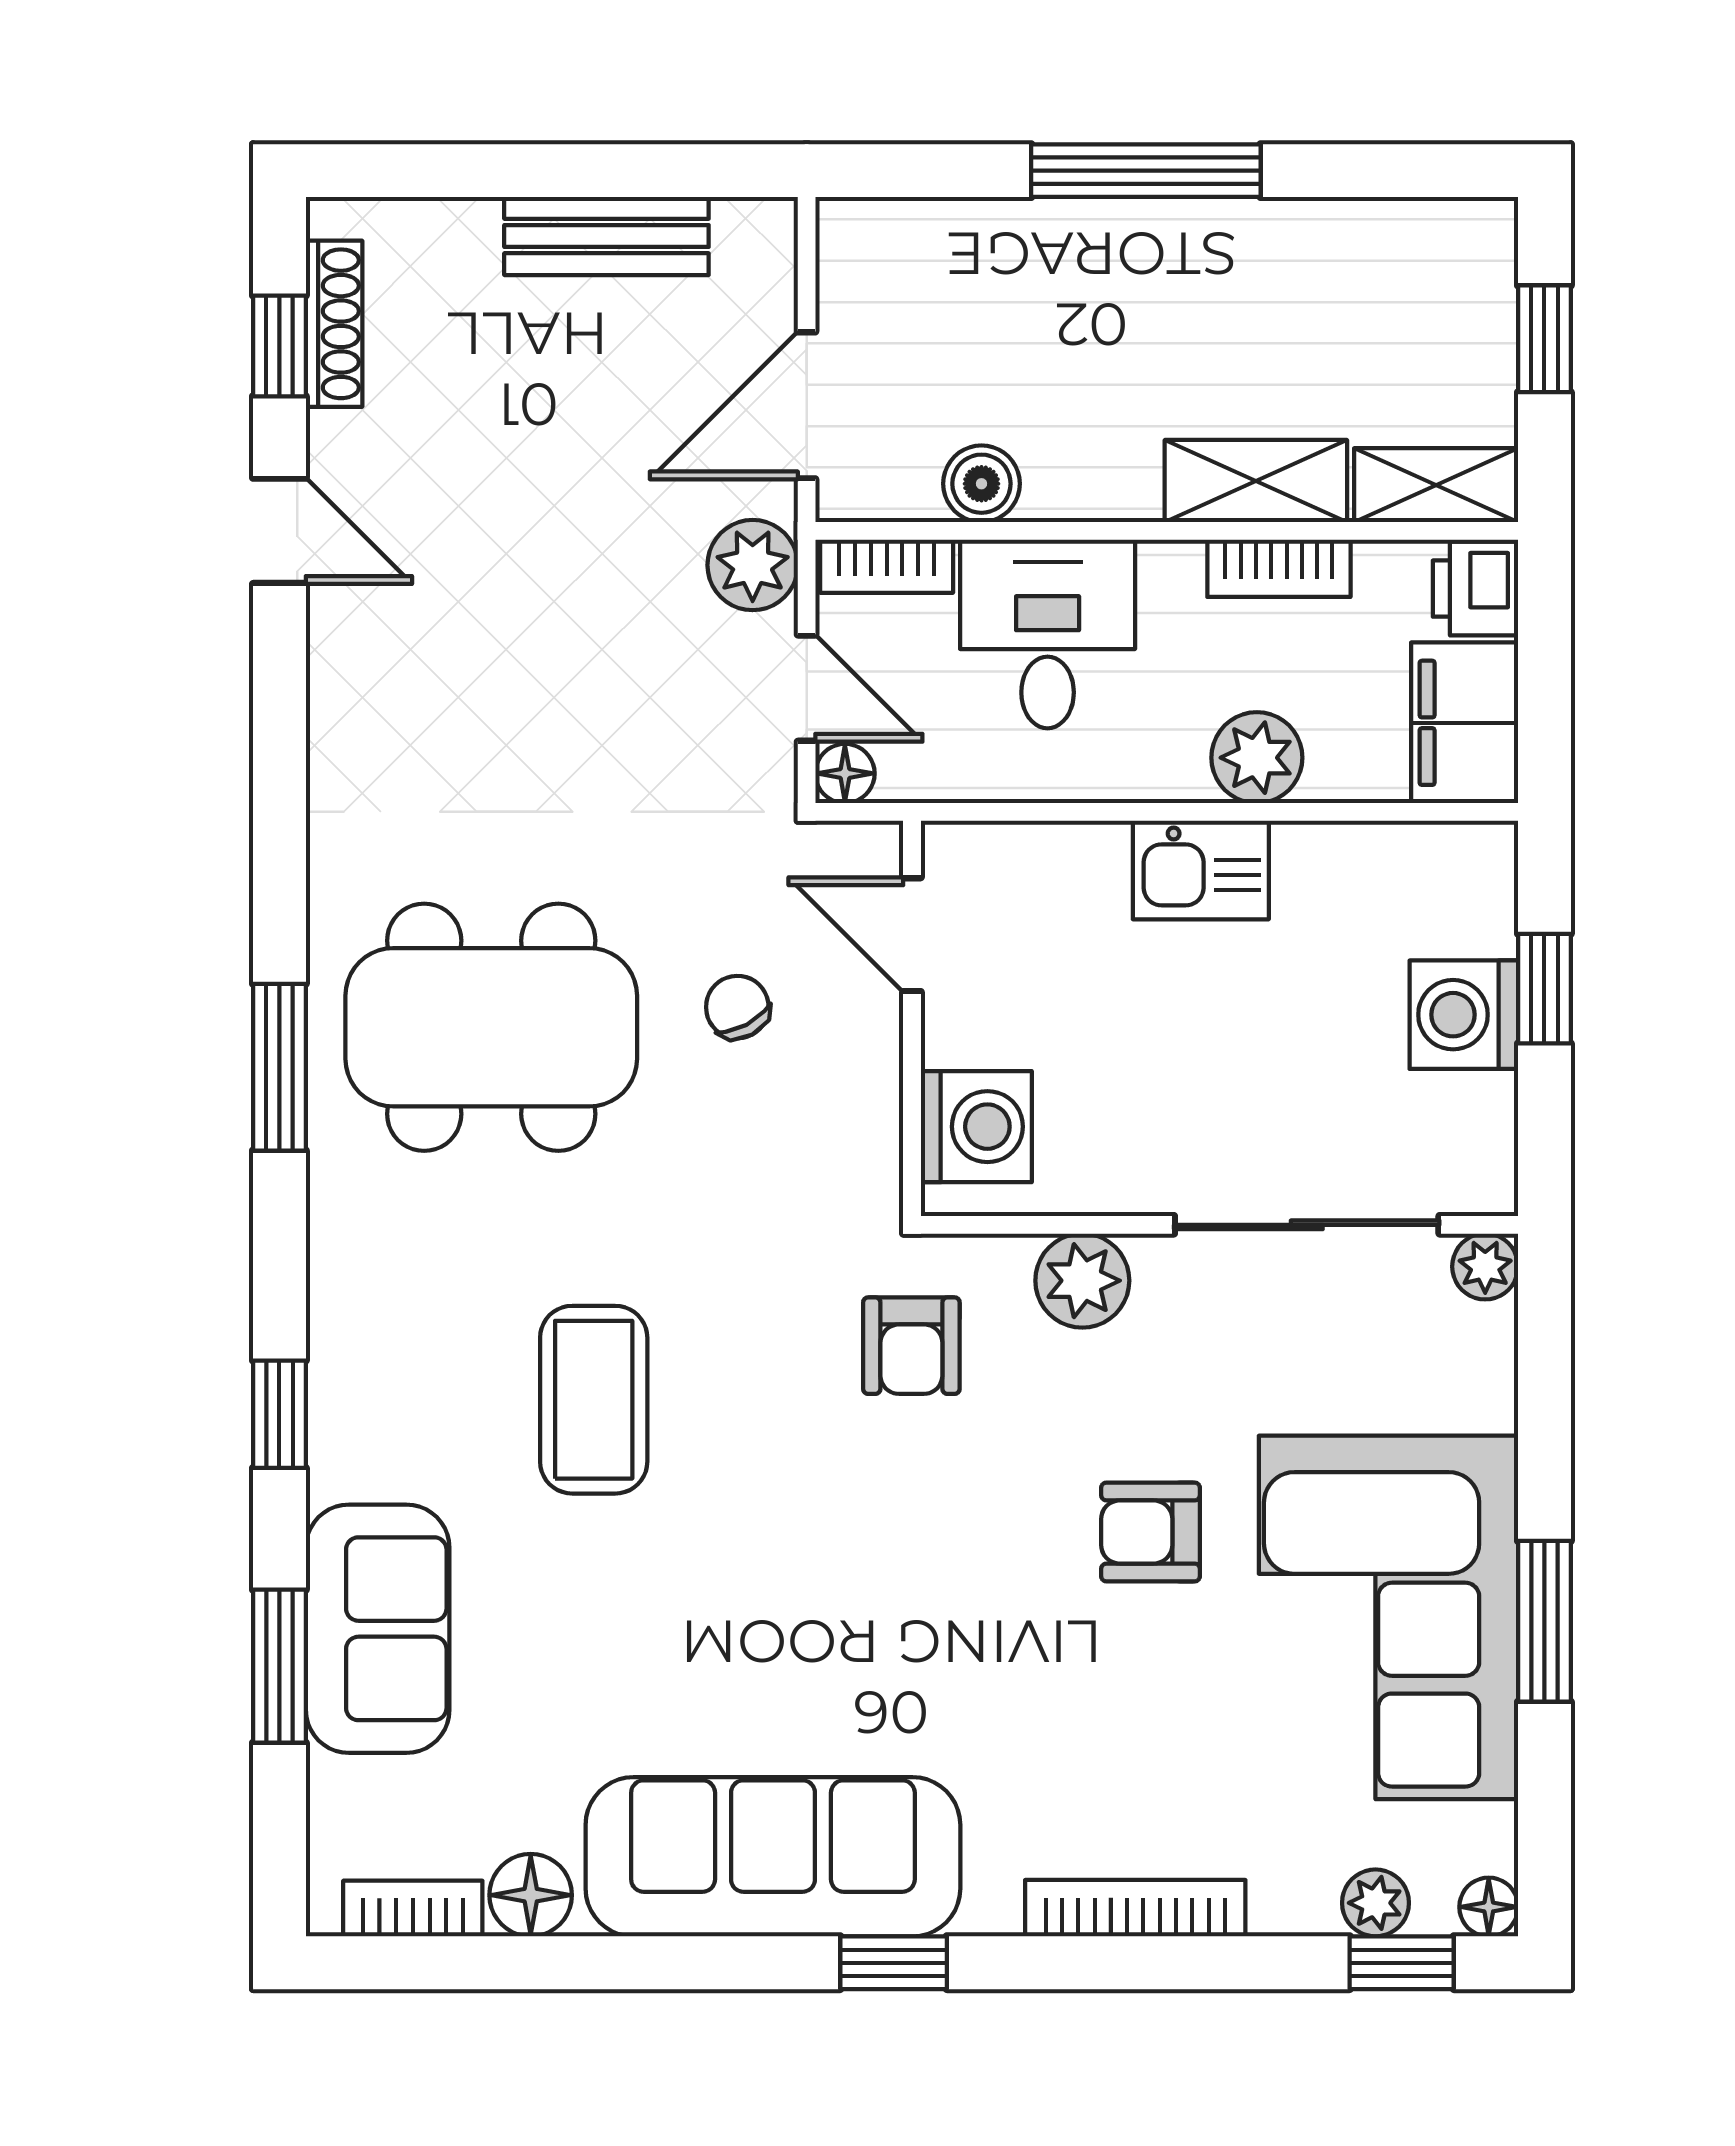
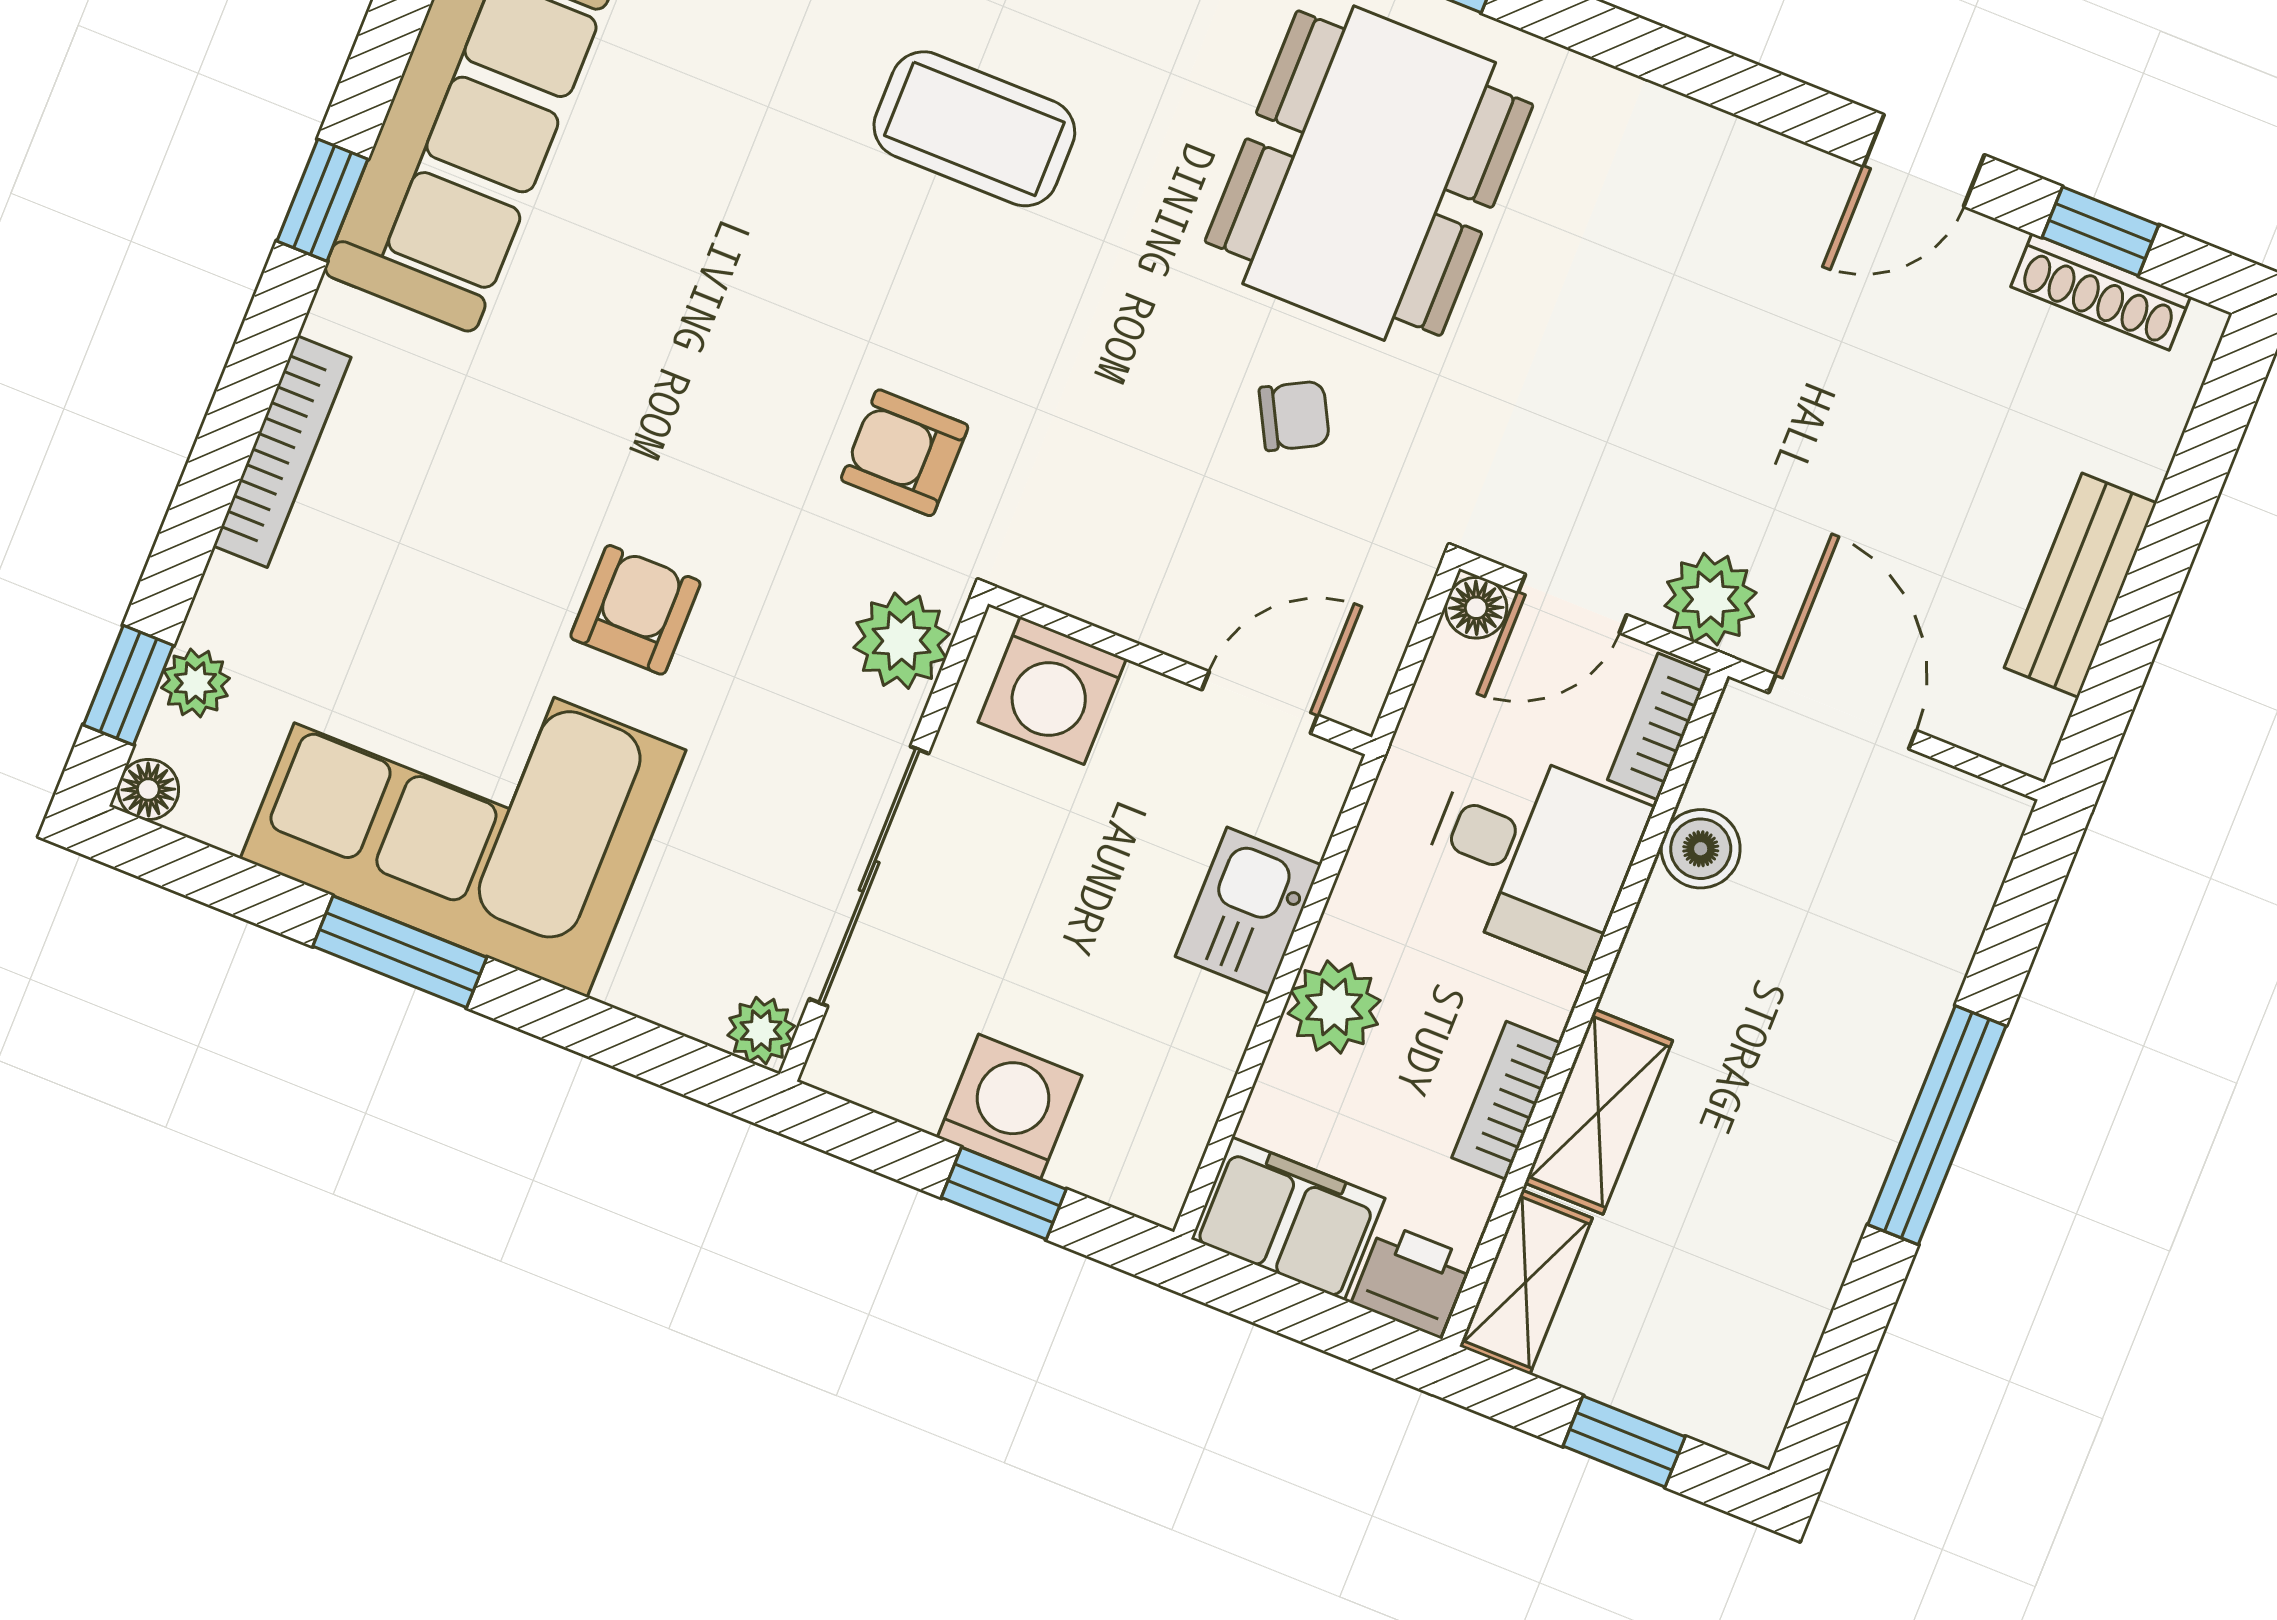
door: (912, 935) -> (1260, 702), moved
wall: (912, 1018) -> (1180, 670), moved
washing machine: (976, 1127) -> (1052, 691), moved

